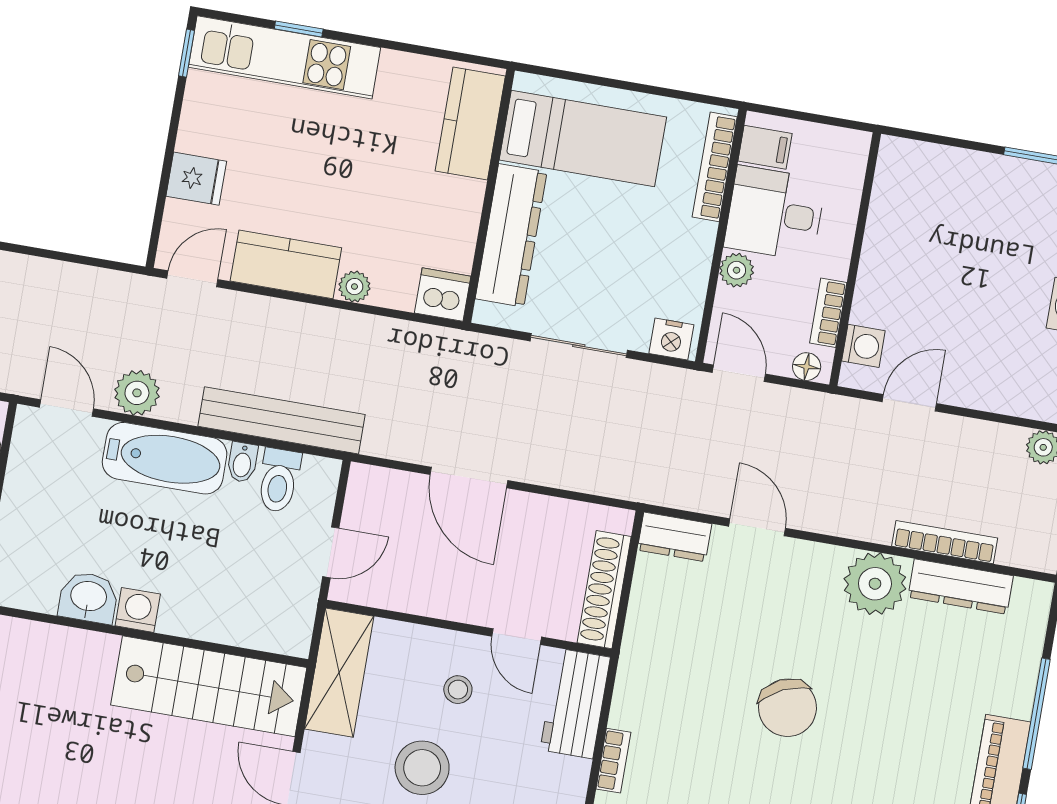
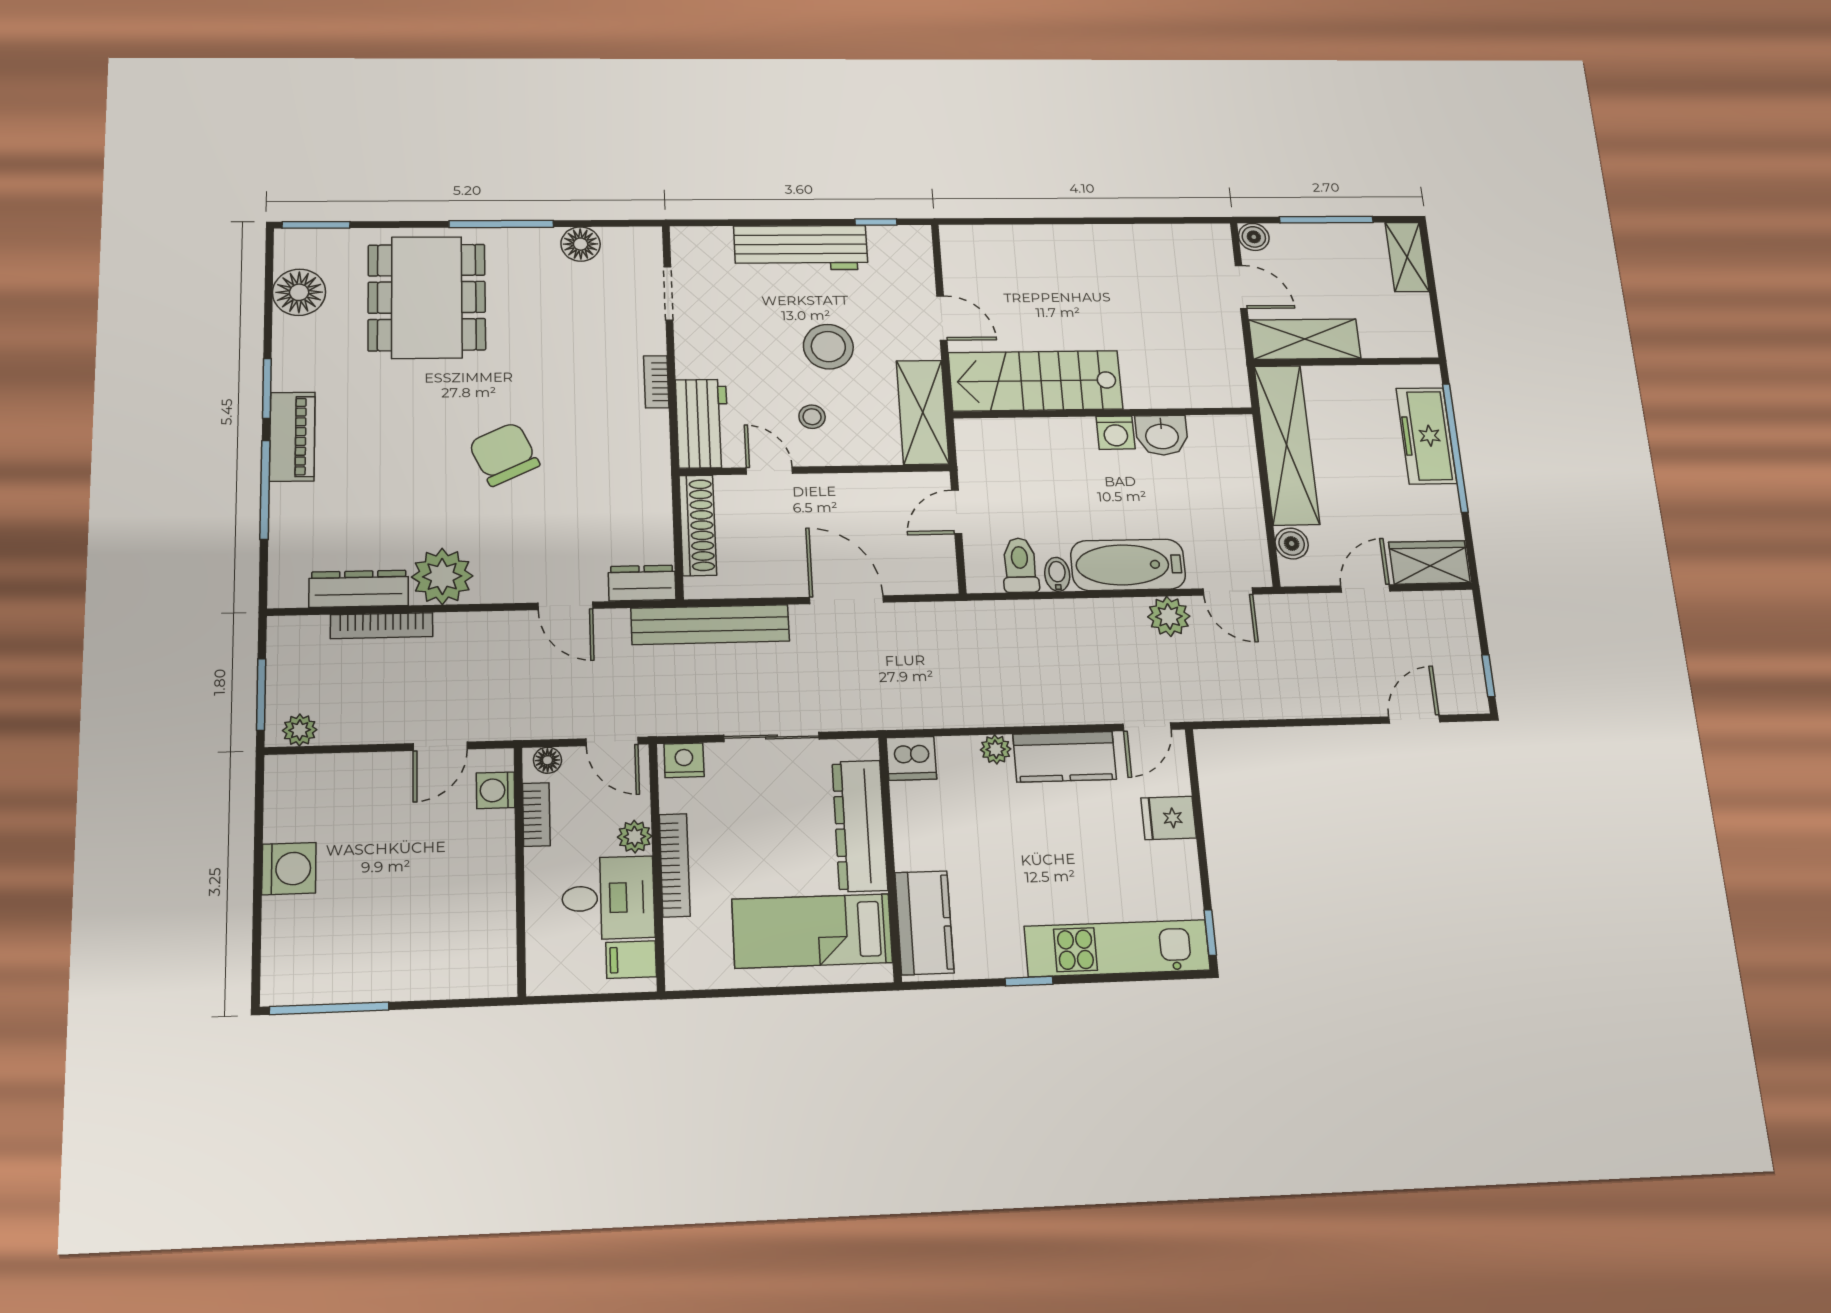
window: (299, 29) -> (1029, 981), moved
bookcase: (715, 167) -> (675, 865), moved
bench: (281, 420) -> (710, 625), moved

